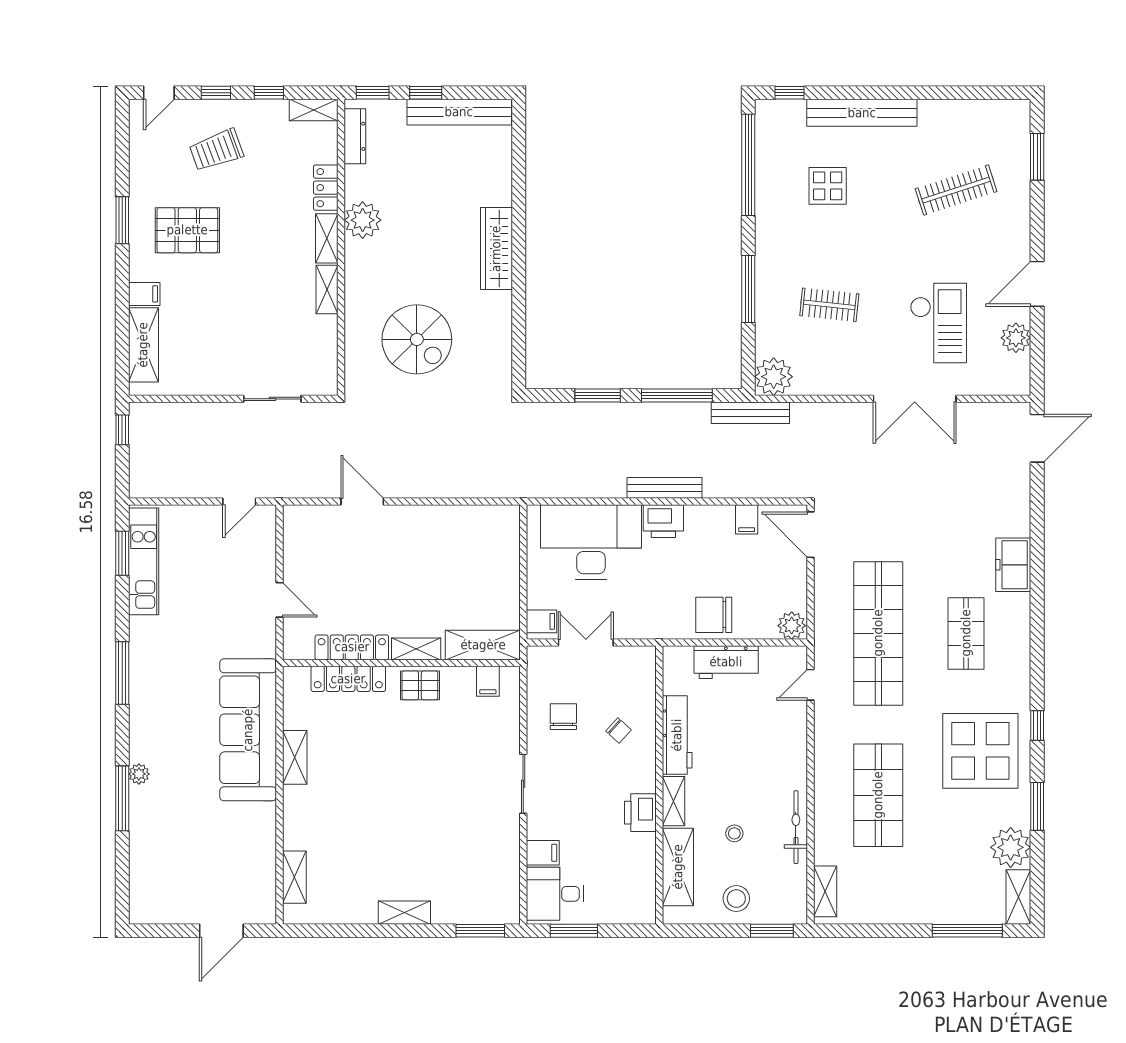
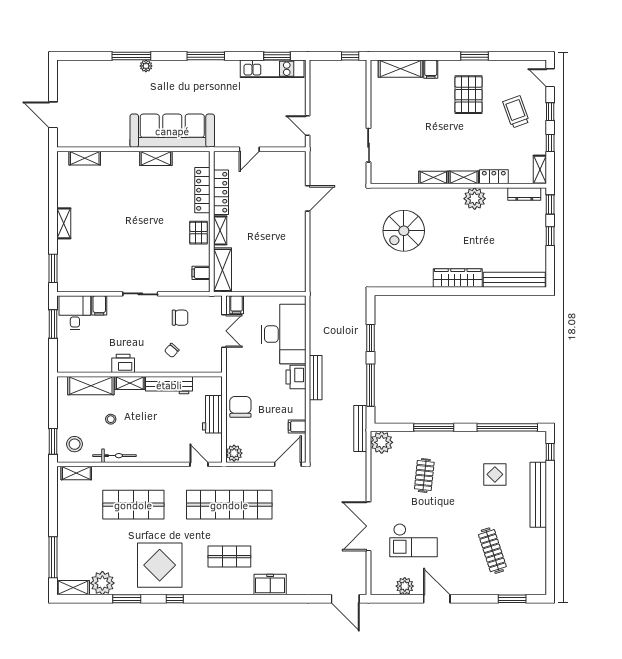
bench: (459, 112) -> (514, 280), moved, turned 90
stool: (736, 899) -> (75, 444), moved

